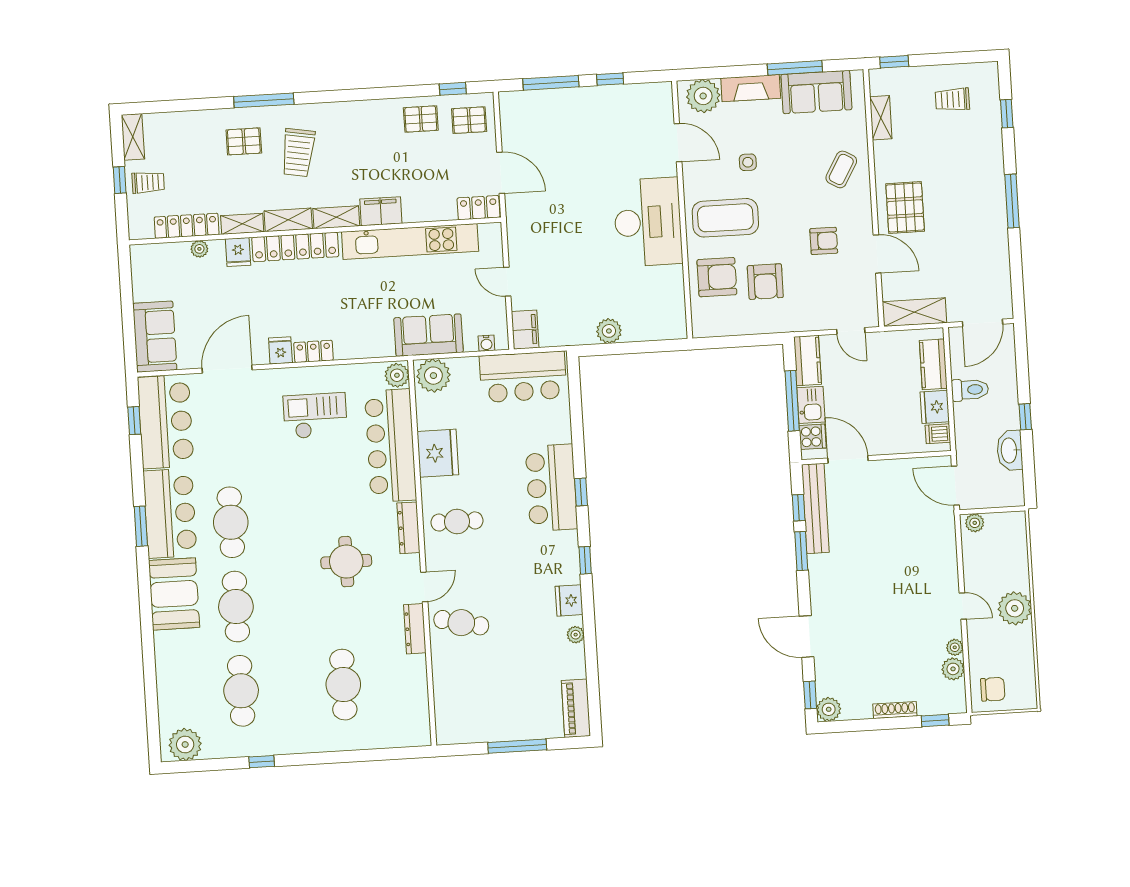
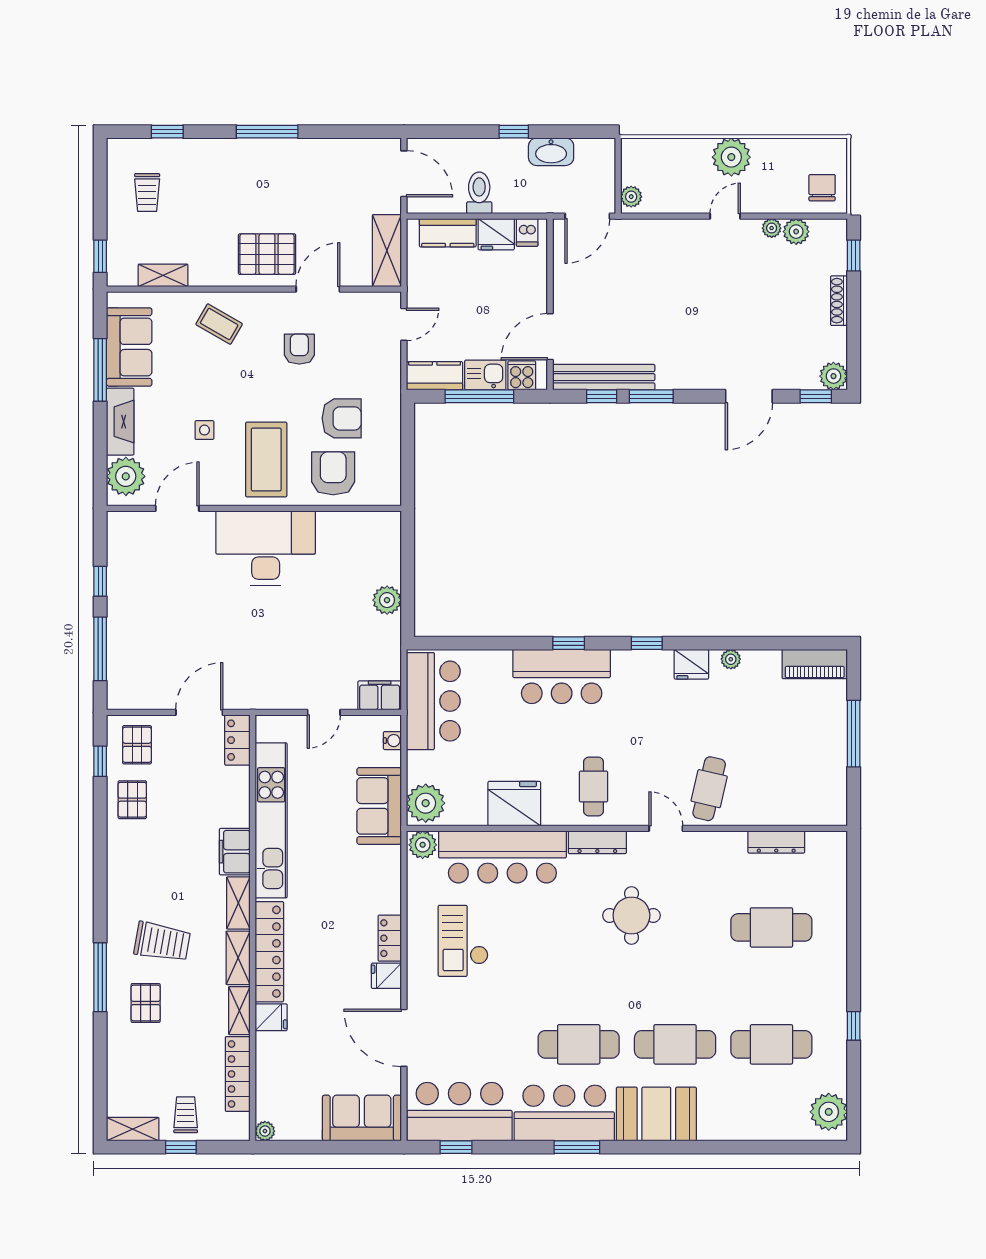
plant: (199, 249) -> (265, 1131), moved
dresser: (415, 629) -> (776, 842), moved

